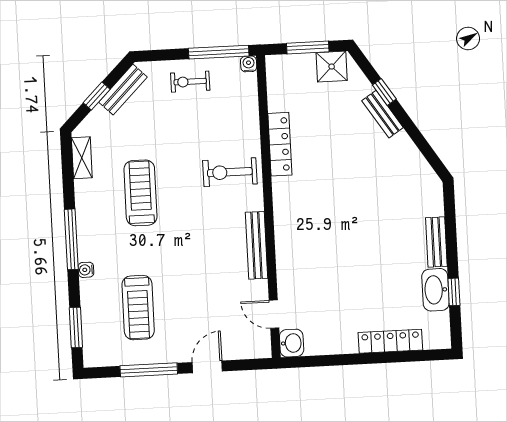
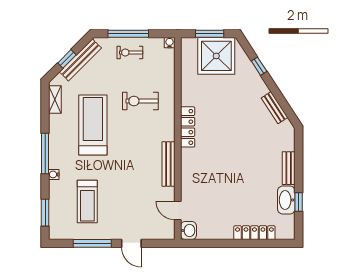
window: (219, 52) -> (128, 34), moved
shower: (332, 67) -> (216, 56), width x1.86, depth x1.86
bench: (123, 90) -> (80, 60), width x1.36
bench: (383, 114) -> (275, 108), moved
locker: (280, 144) -> (188, 127), moved
exercise bike: (230, 172) -> (140, 101), moved
treadmill: (140, 193) -> (93, 125), width x1.37, depth x1.38
door: (207, 367) -> (131, 243), swing flipped

